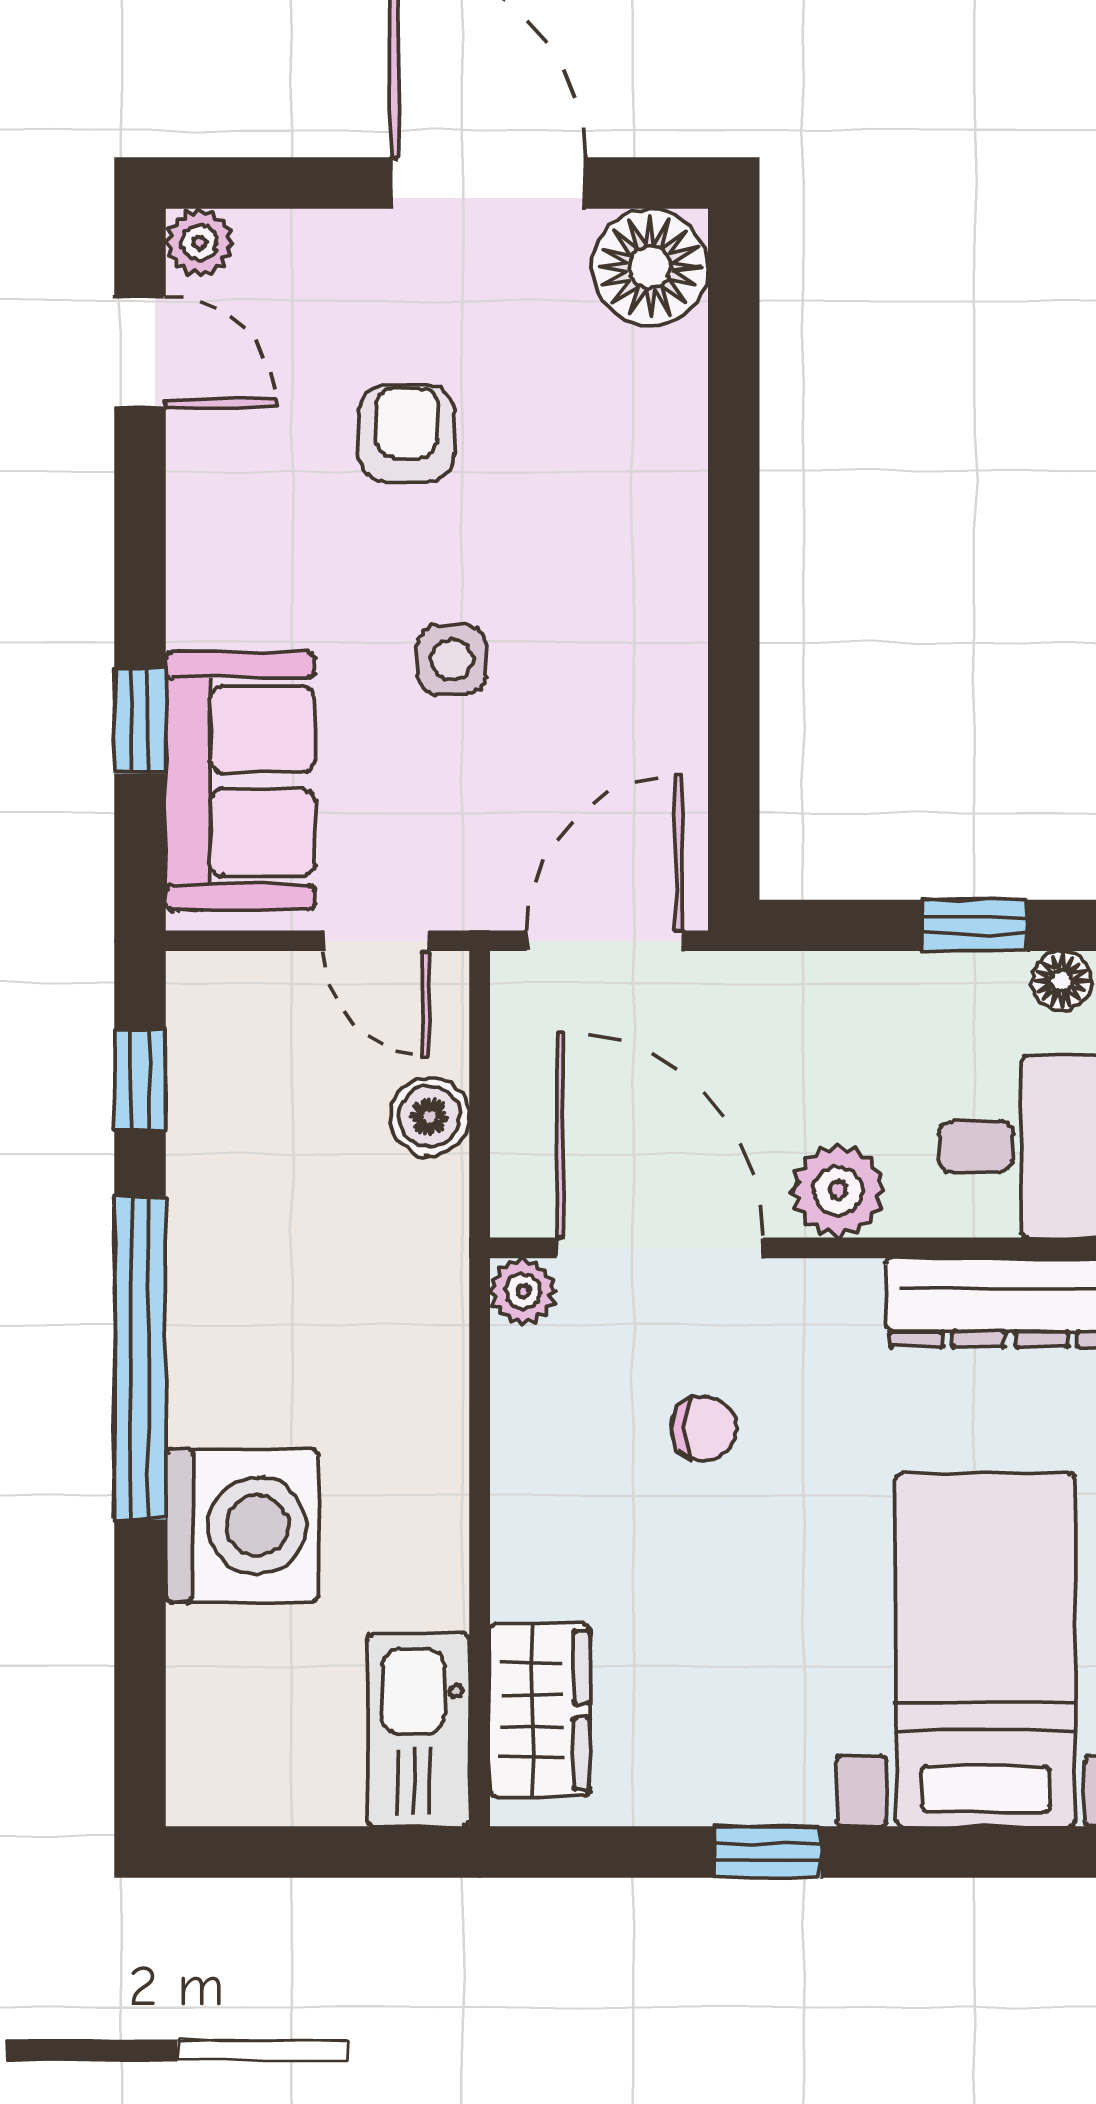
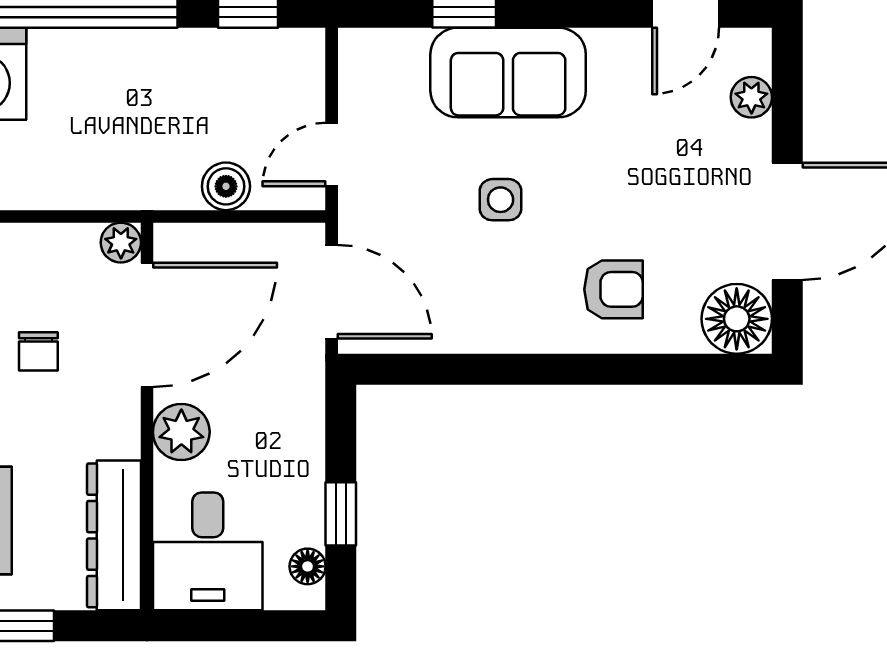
plant: (199, 243) -> (751, 97), moved
armchair: (407, 434) -> (613, 289), moved
sofa: (240, 781) -> (508, 72), moved

